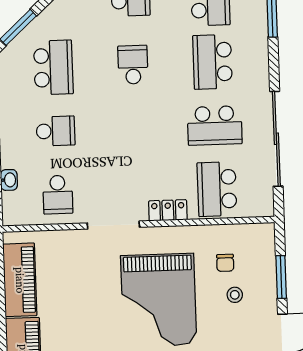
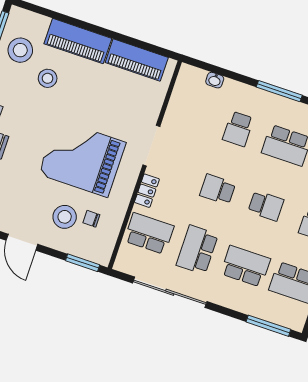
school desk: (58, 195) -> (218, 189), moved
window: (281, 277) -> (83, 263), moved
stool: (235, 295) -> (65, 217), width x1.89, depth x1.89

